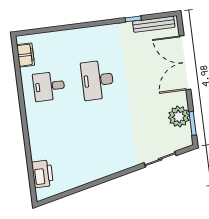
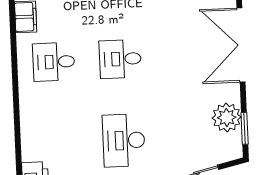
desk: (97, 80) -> (120, 59), width x0.73
desk: (105, 140) -> (124, 140), added

